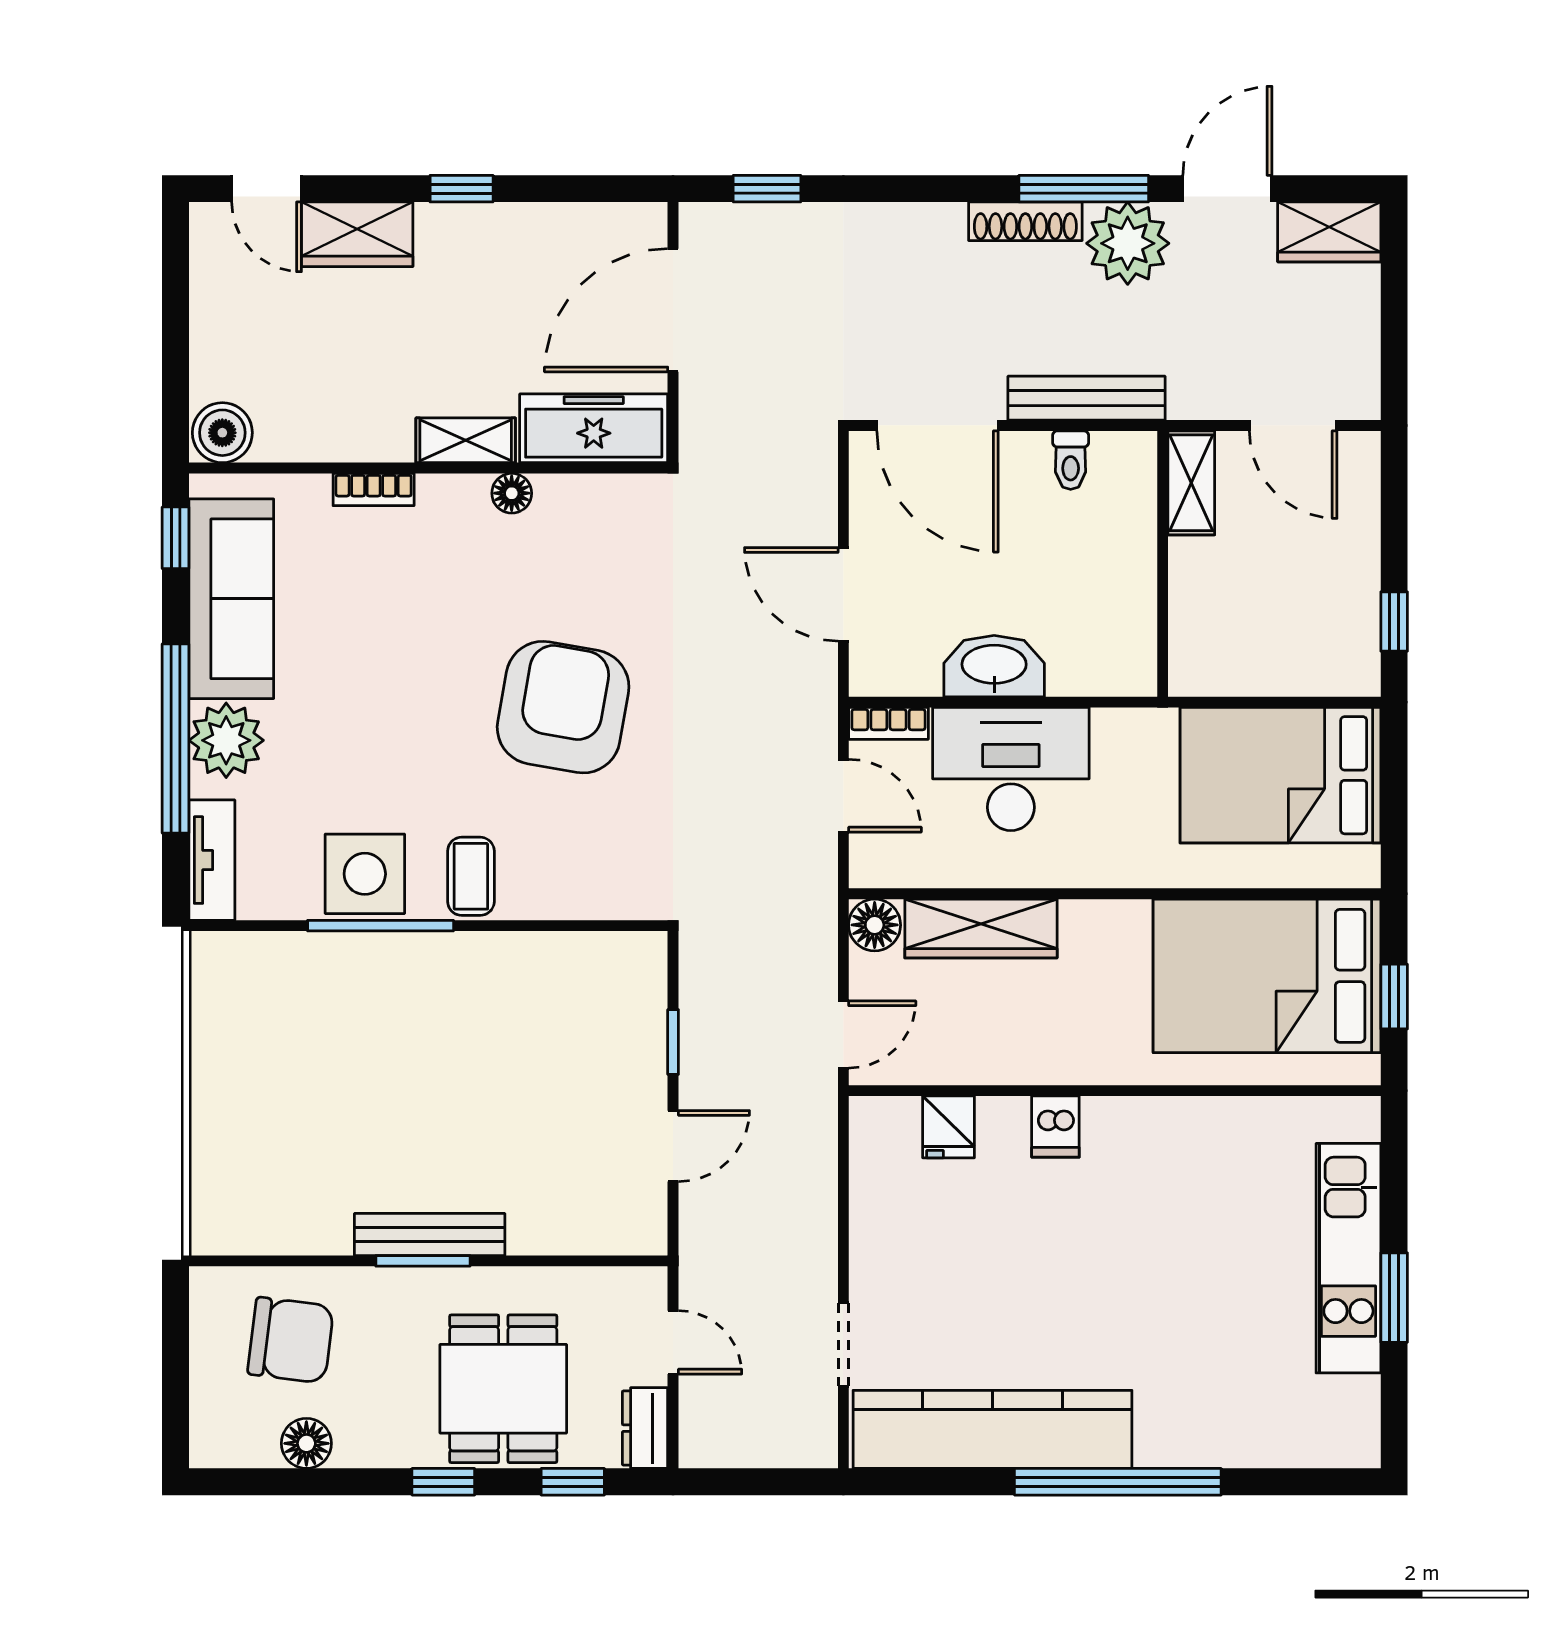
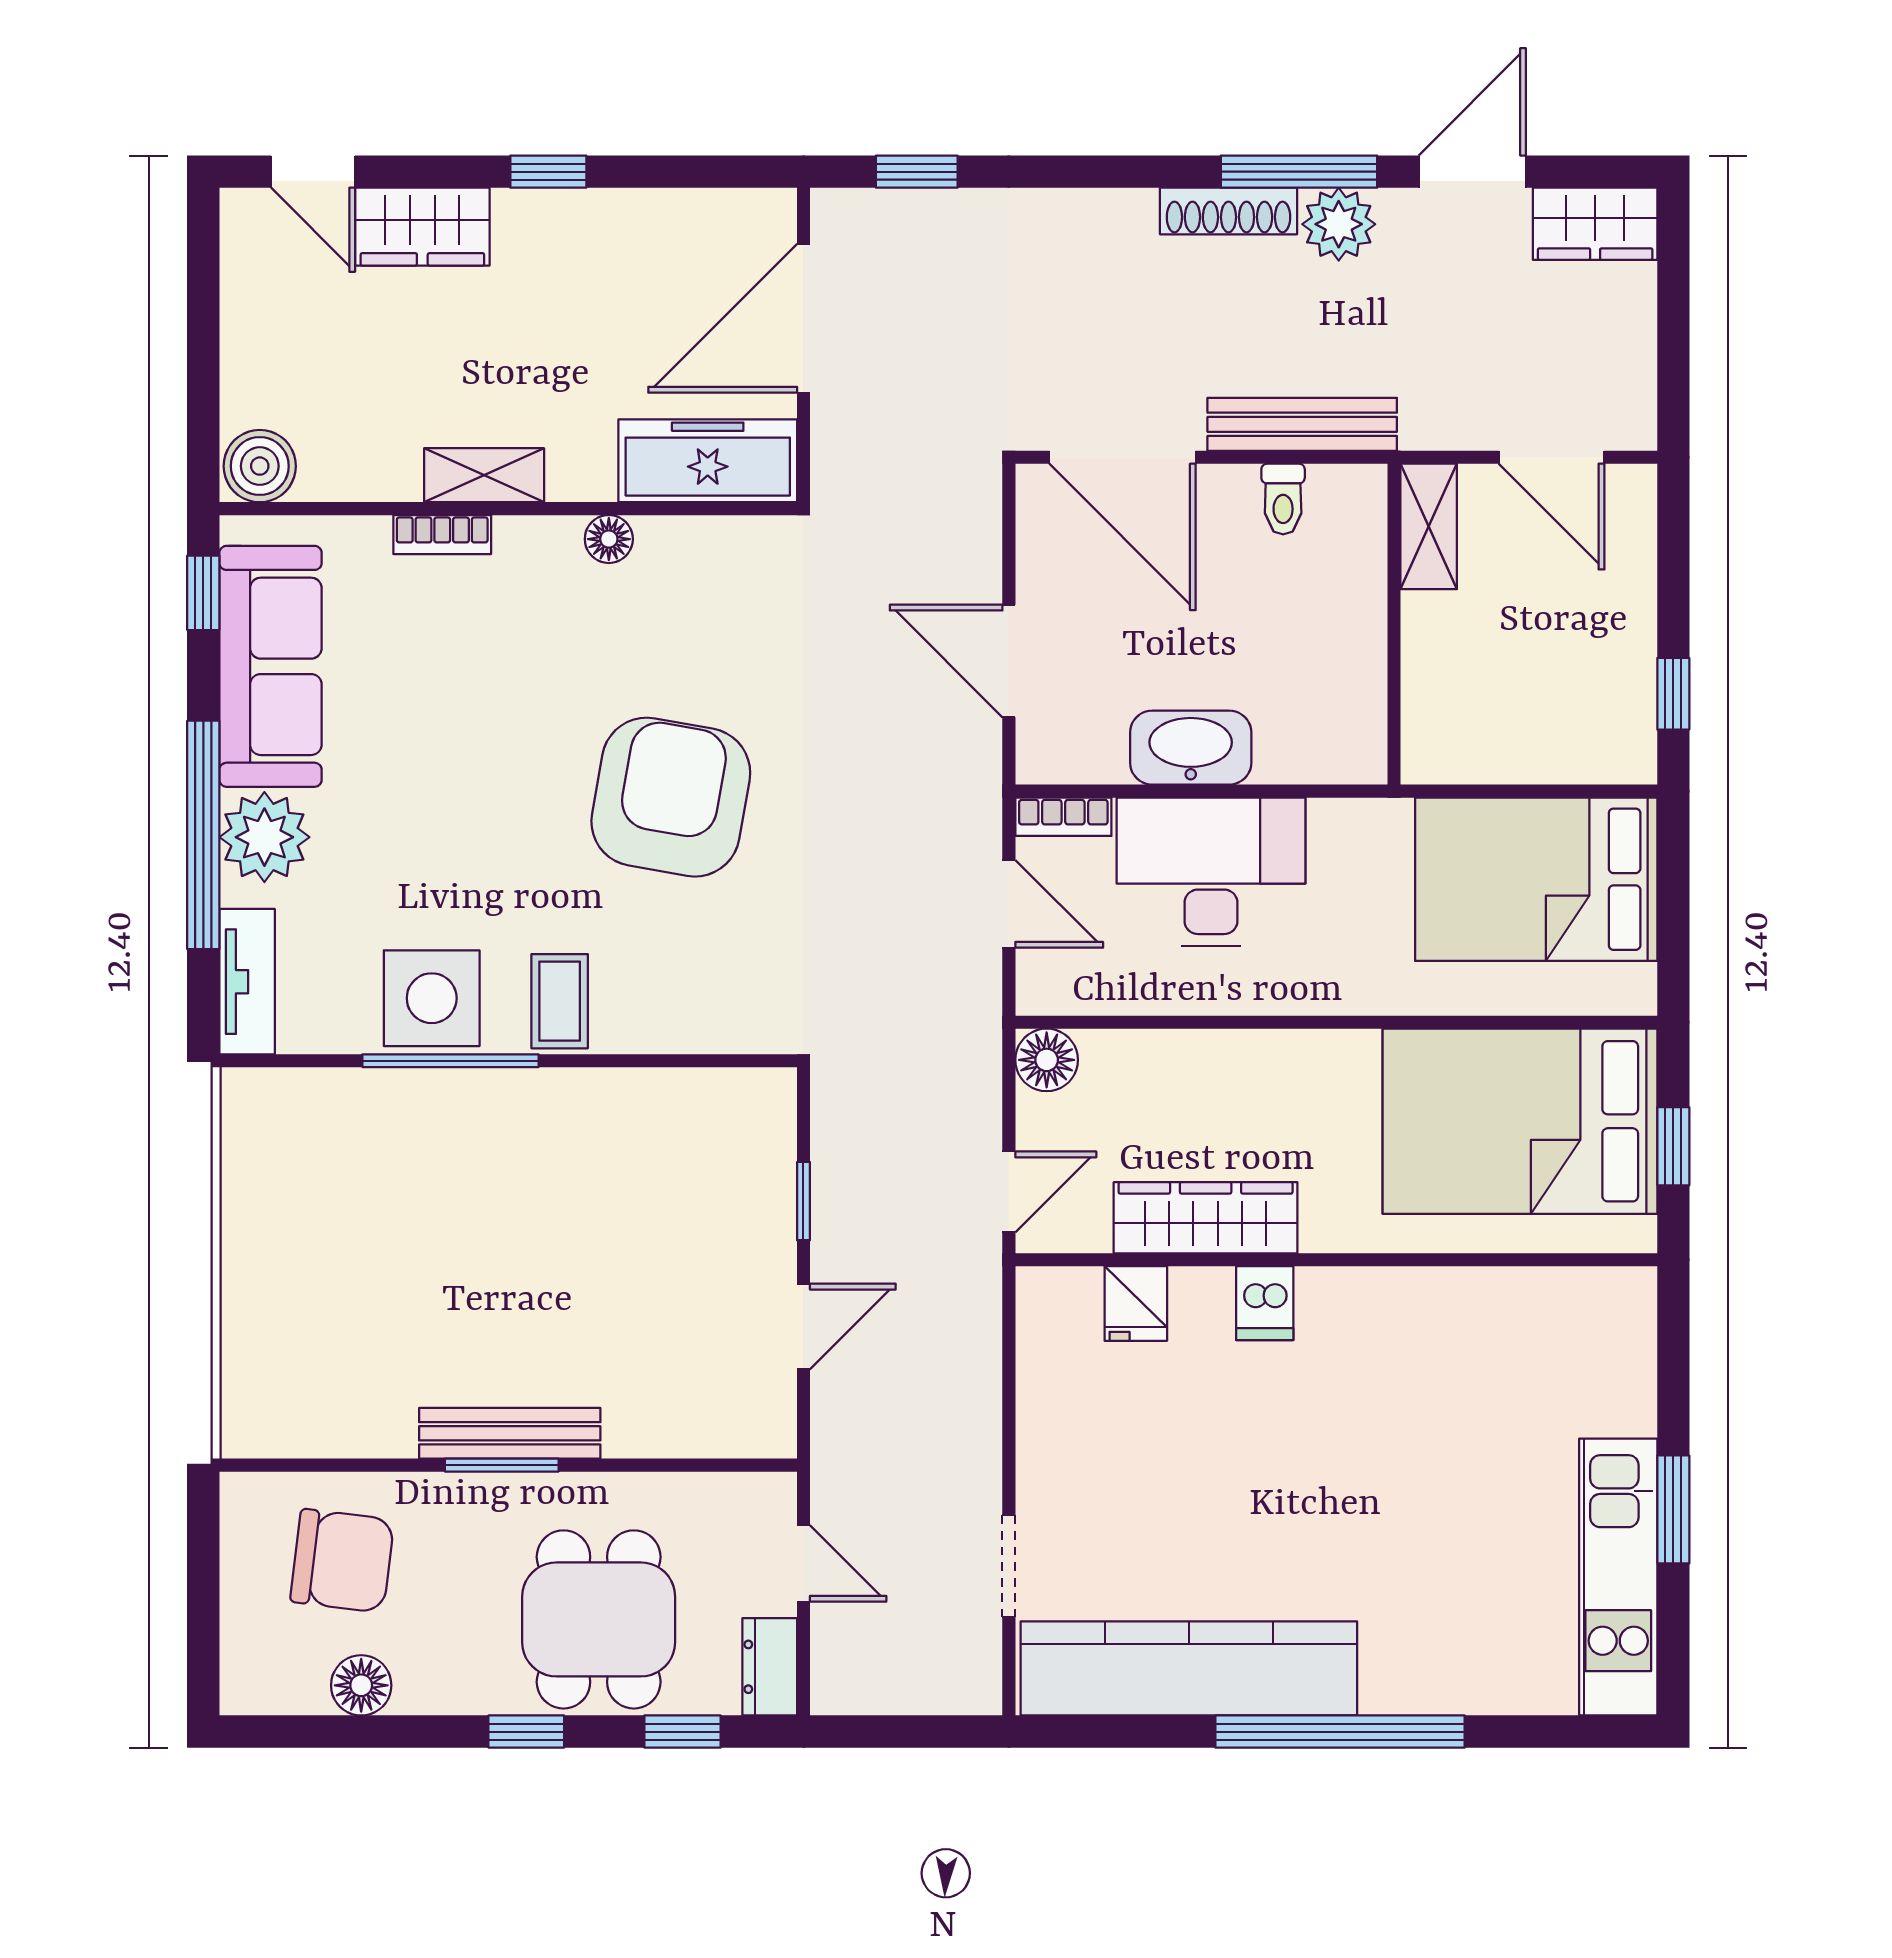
plant: (1128, 243) -> (1339, 224), width x0.73, depth x0.73
shelving: (466, 440) -> (484, 475), moved
wardrobe: (981, 928) -> (1206, 1218), moved, turned 180
kitchen unit: (1348, 1258) -> (1618, 1577), moved

